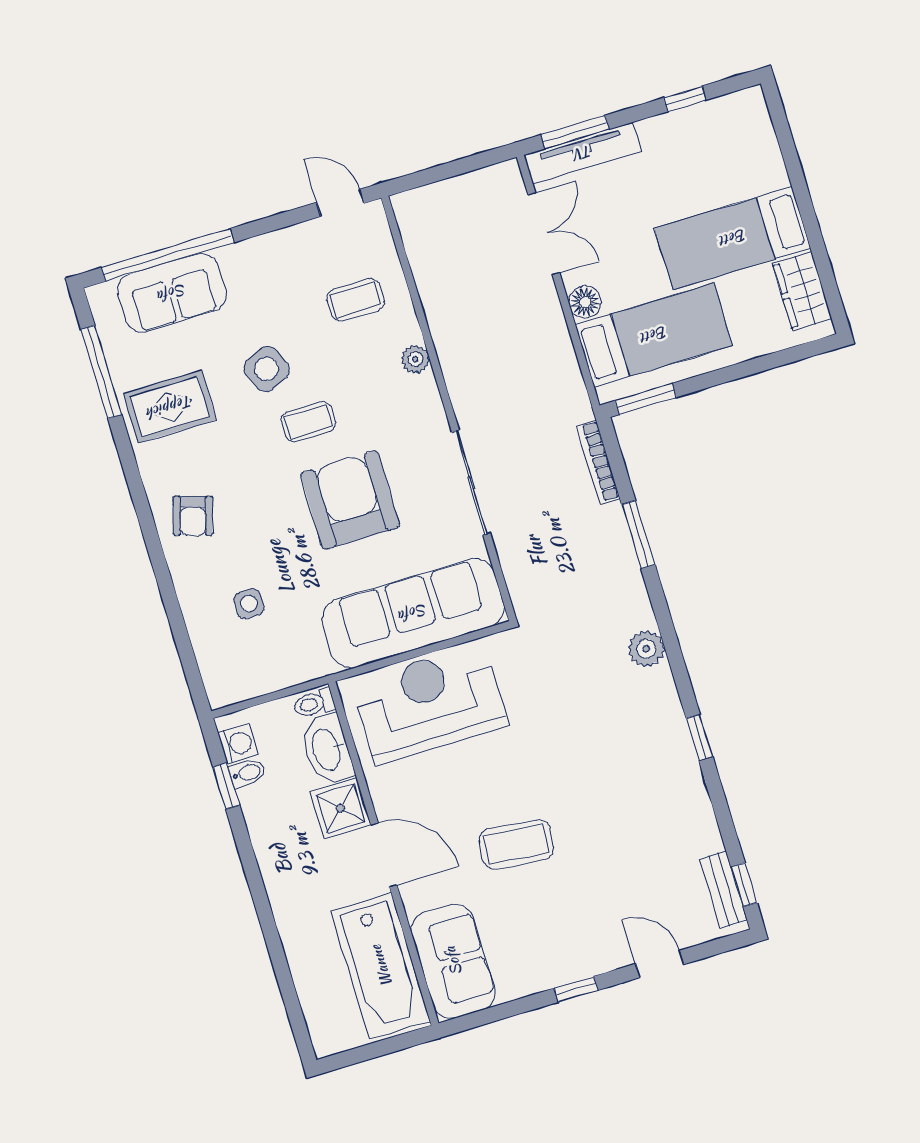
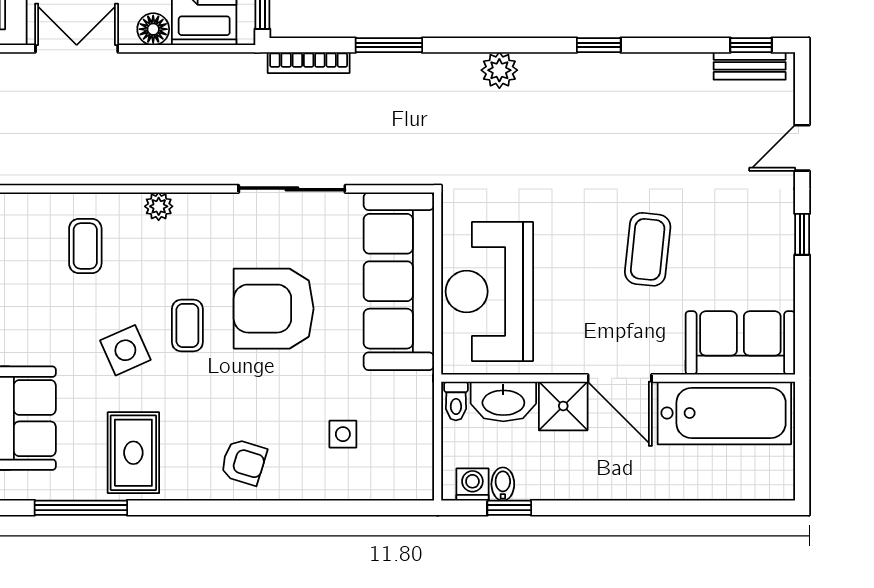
door: (384, 855) -> (620, 378), swing flipped

